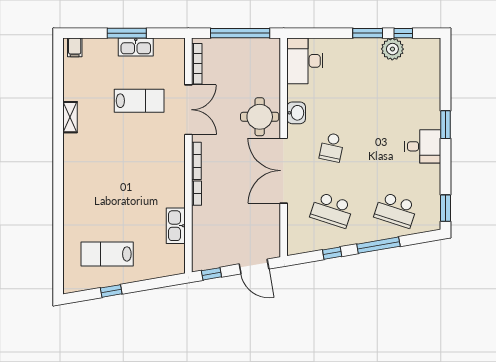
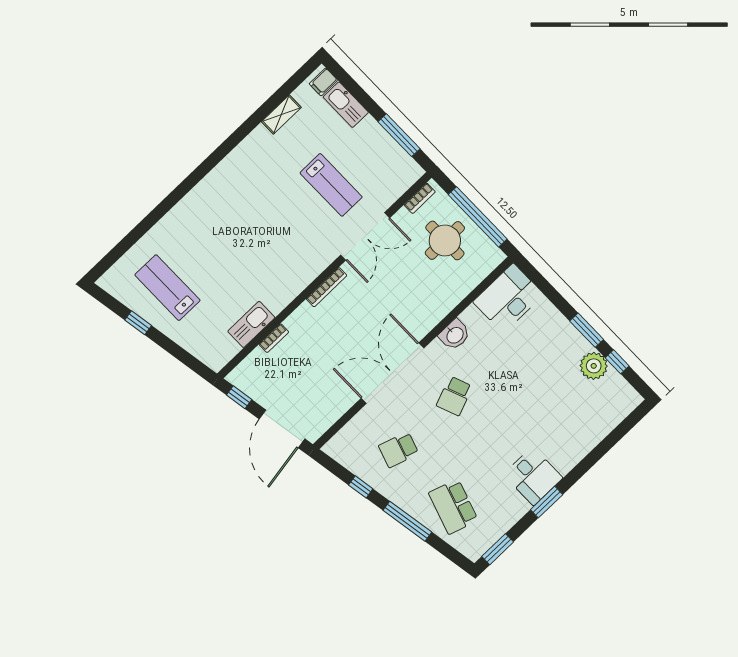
window: (127, 33) -> (399, 135), moved
kitchen sink: (136, 47) -> (346, 105), moved
bookcase: (197, 64) -> (420, 198), width x0.64
shelving: (70, 117) -> (281, 115), moved
round table: (260, 117) -> (445, 240), moved
window: (445, 125) -> (547, 502), moved
school desk: (332, 147) -> (454, 396), turned -33
bookcase: (196, 193) -> (274, 338), moved
school desk: (332, 210) -> (399, 450), width x0.54
door: (254, 266) -> (282, 429), width x1.36

